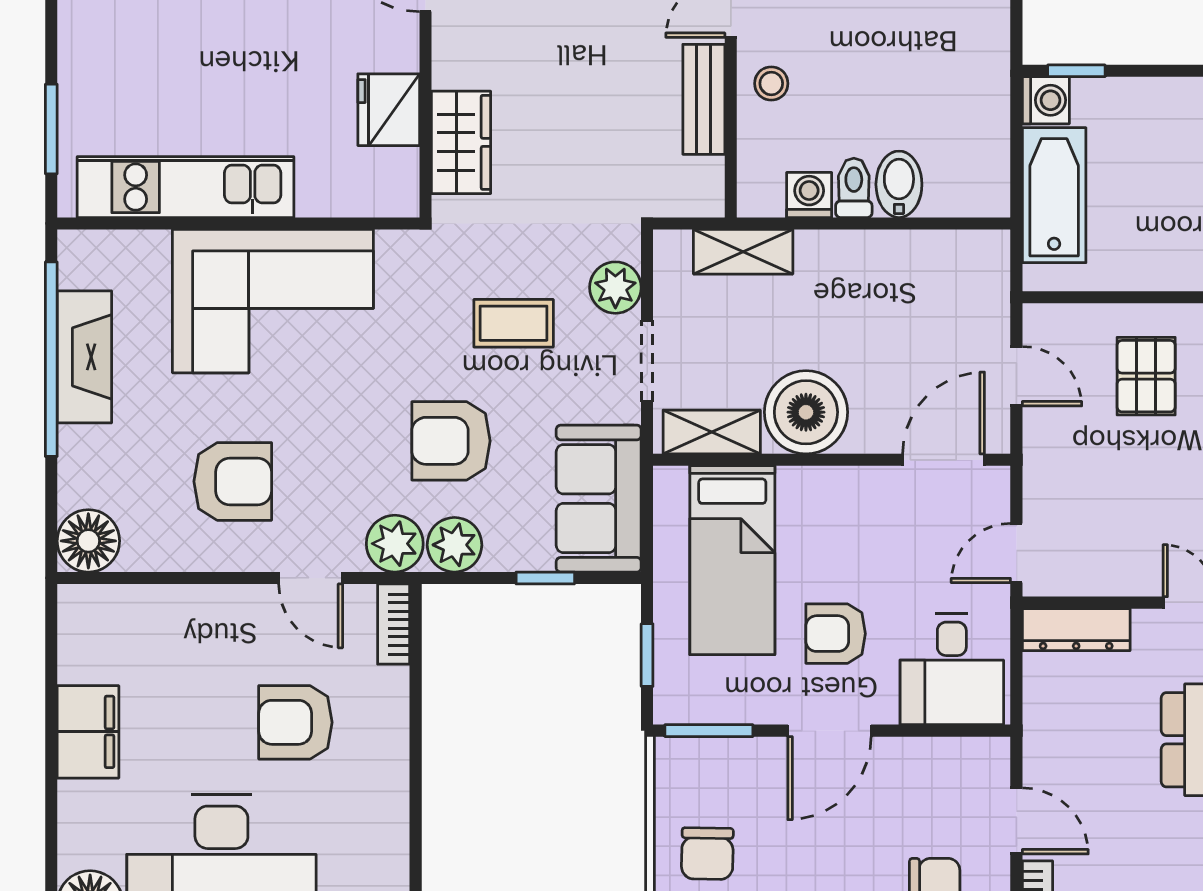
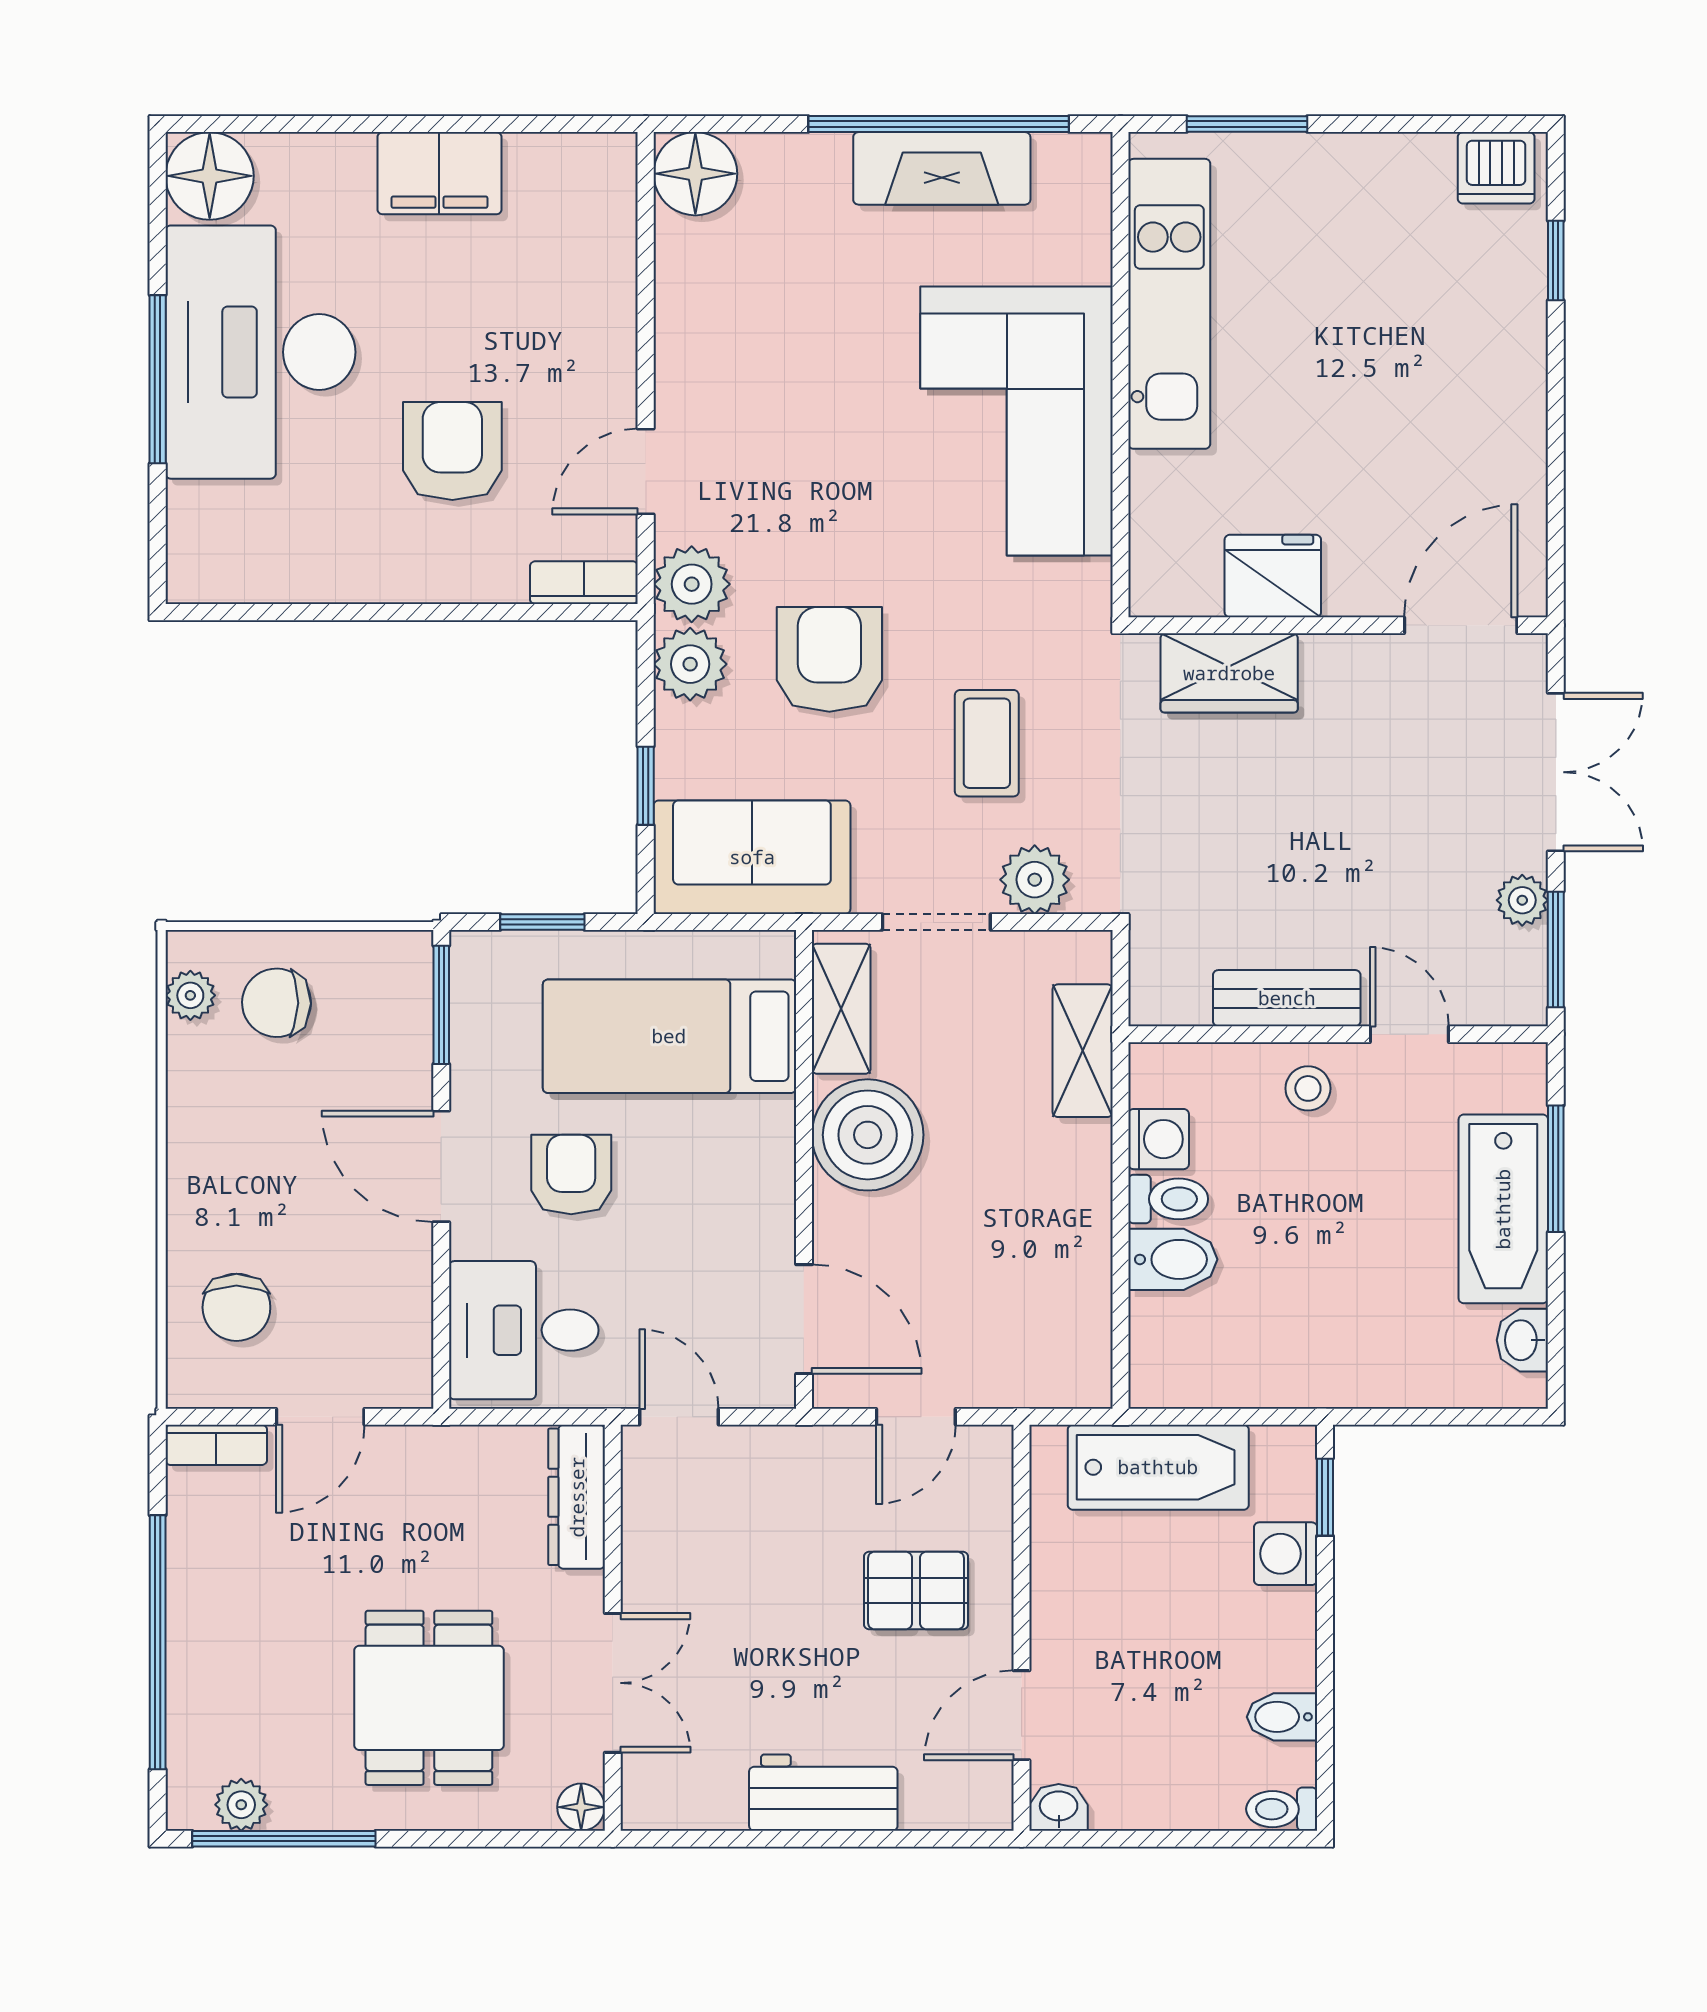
washing machine: (1046, 100) -> (1286, 1554), moved, turned 90
armchair: (233, 481) -> (775, 367), removed

